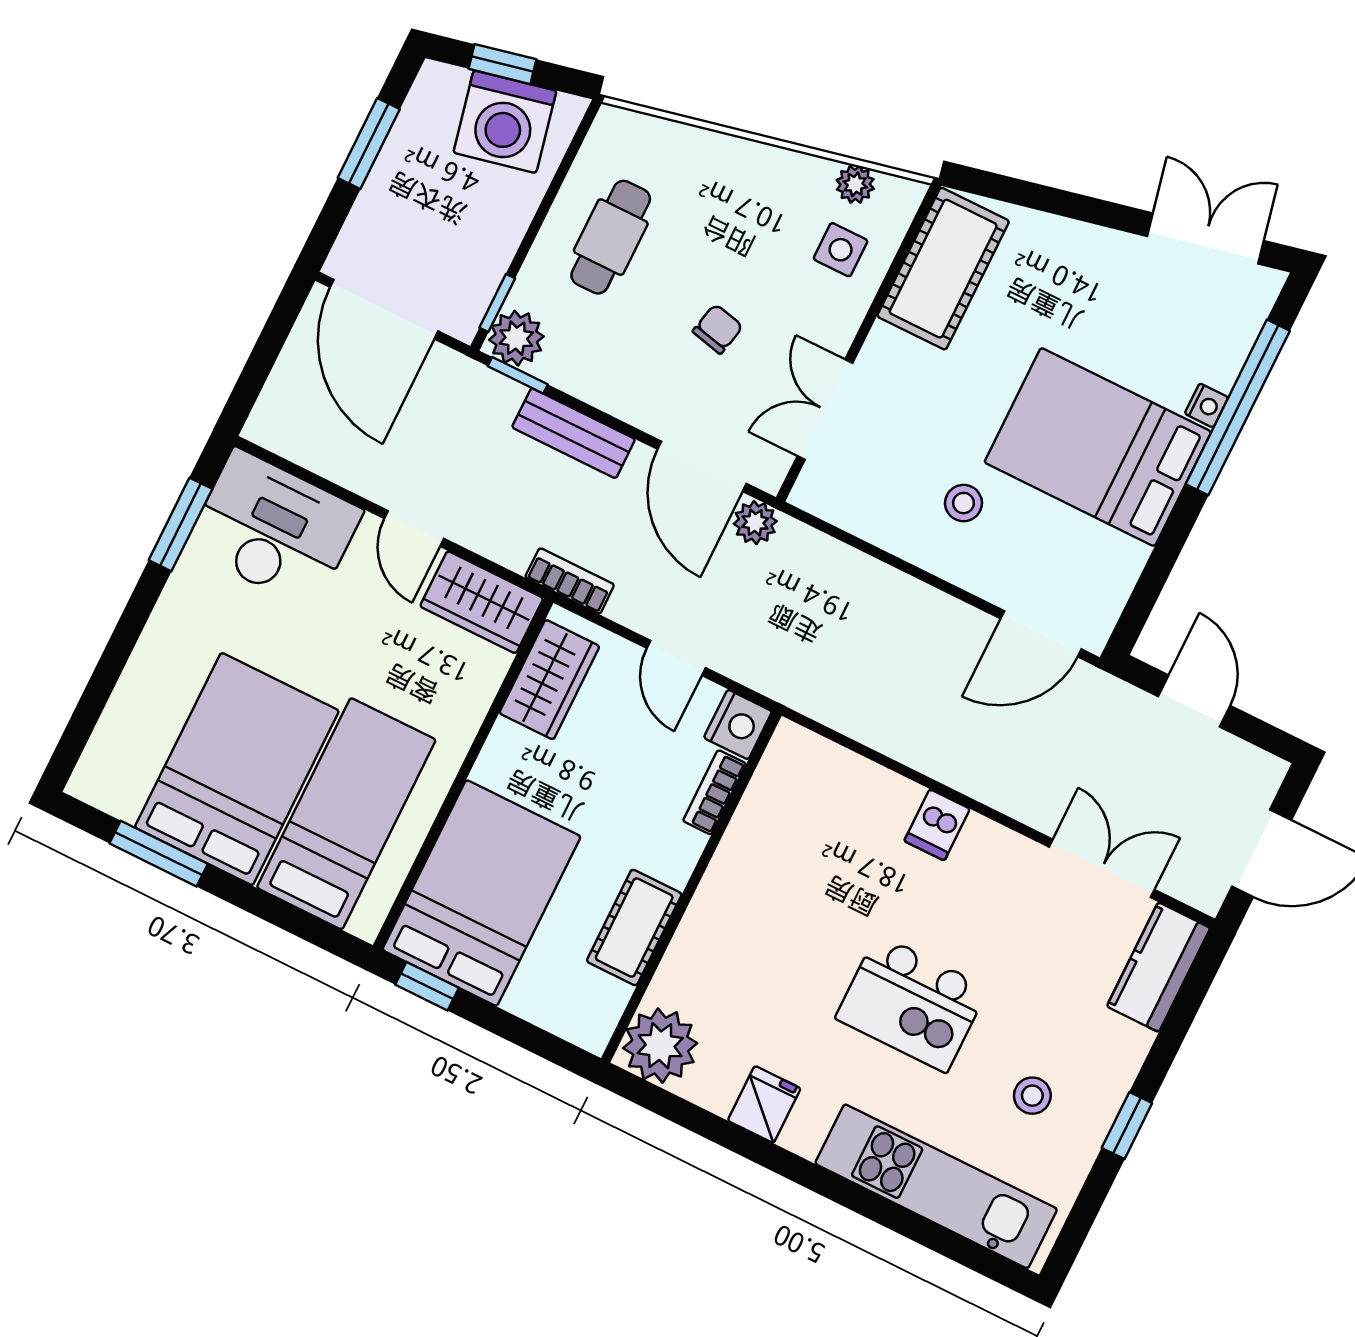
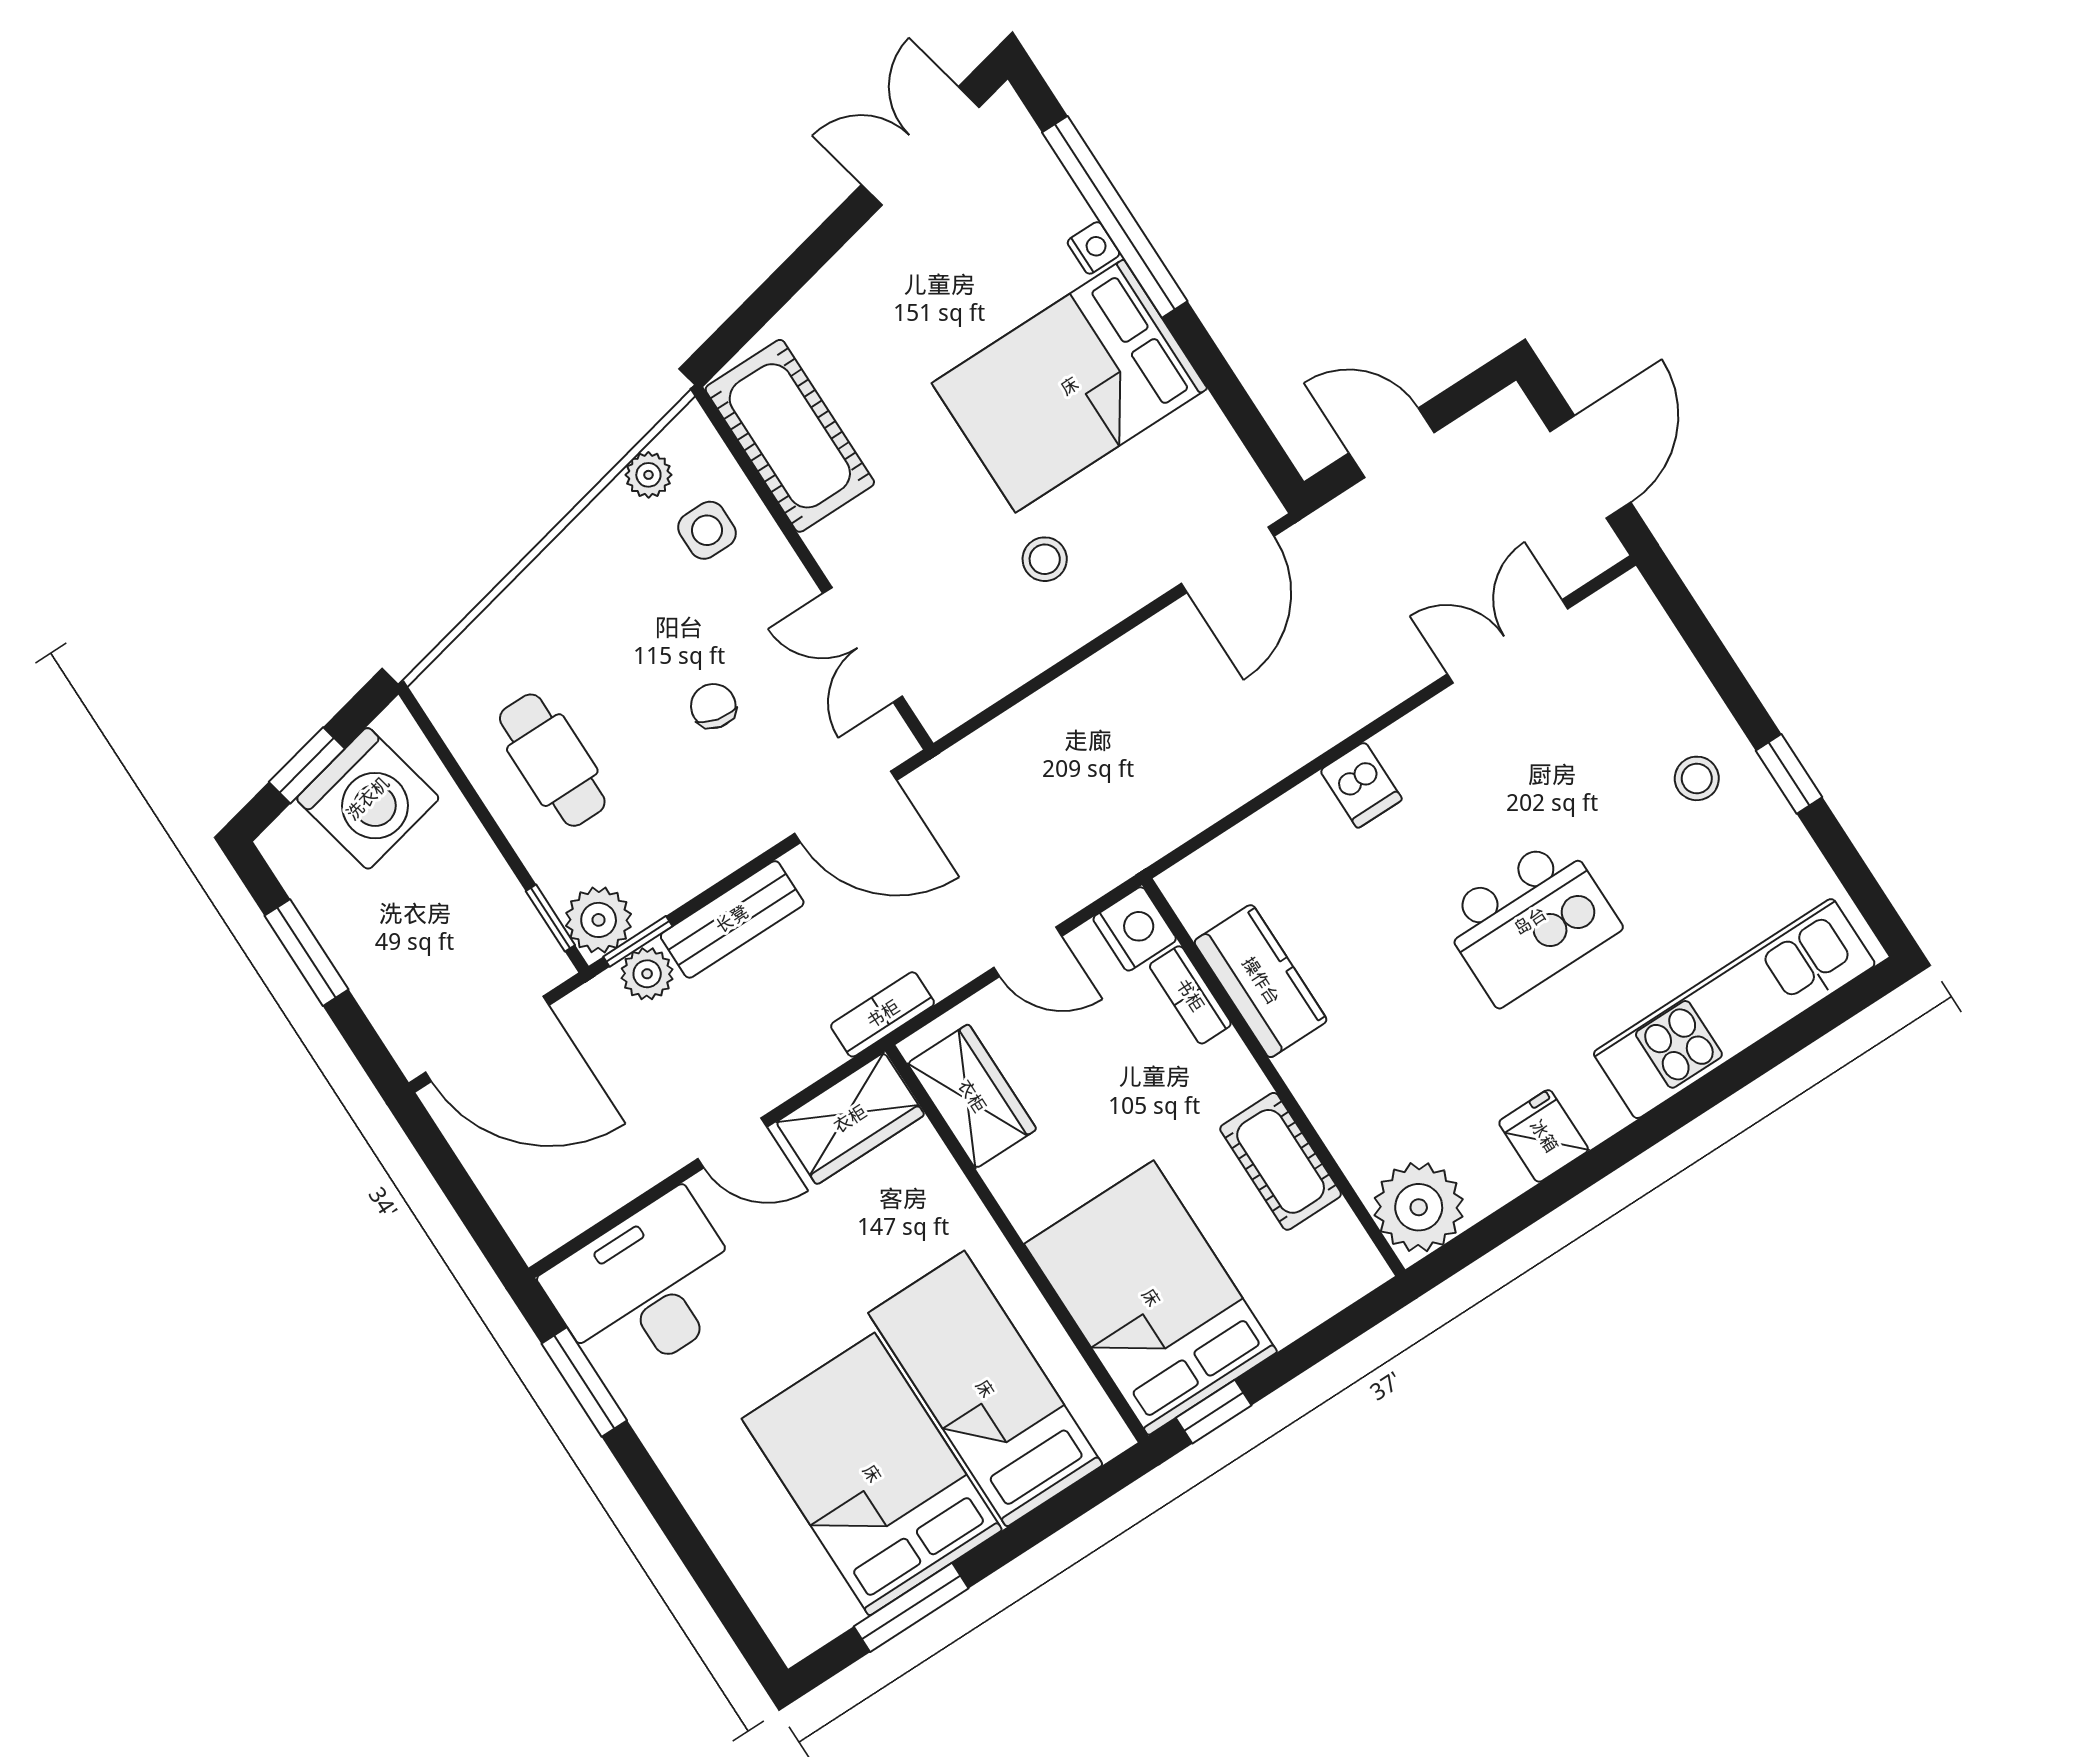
plant: (755, 522) -> (647, 974), moved
kitchen counter: (1159, 967) -> (1261, 981), moved, turned 180
stool: (1032, 1096) -> (1697, 778), moved

